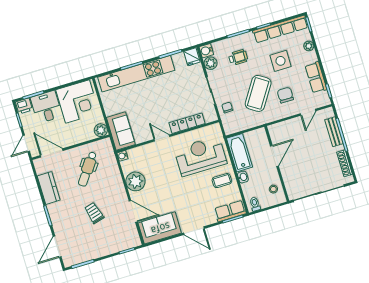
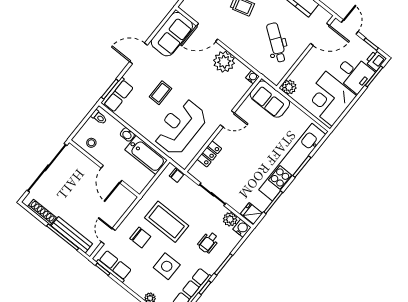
row of seats: (316, 77) -> (114, 266), moved
coffee table: (258, 93) -> (167, 222), turned -33
chair: (227, 107) -> (176, 175), moved
locker: (187, 123) -> (209, 154), width x0.66
bench: (334, 132) -> (72, 235), width x1.36
reception desk: (201, 156) -> (180, 127), turned 180
coffee table: (222, 181) -> (160, 93), moved

